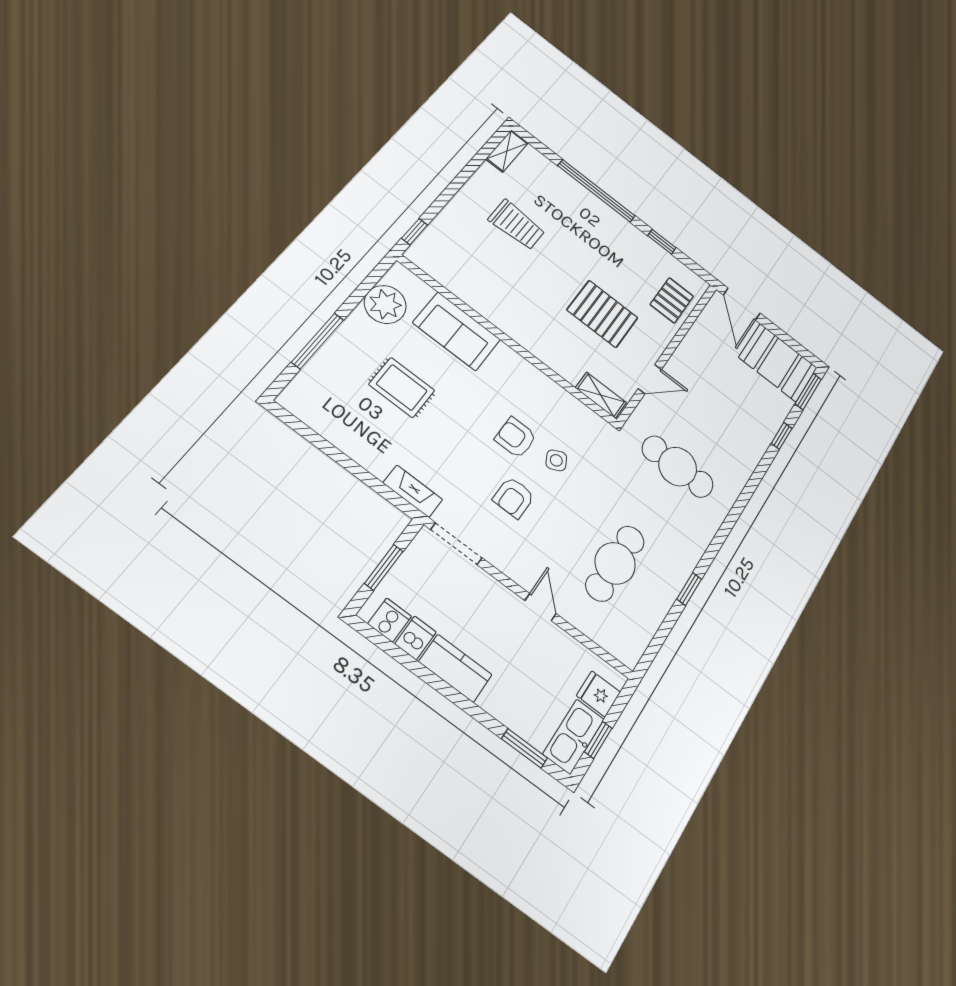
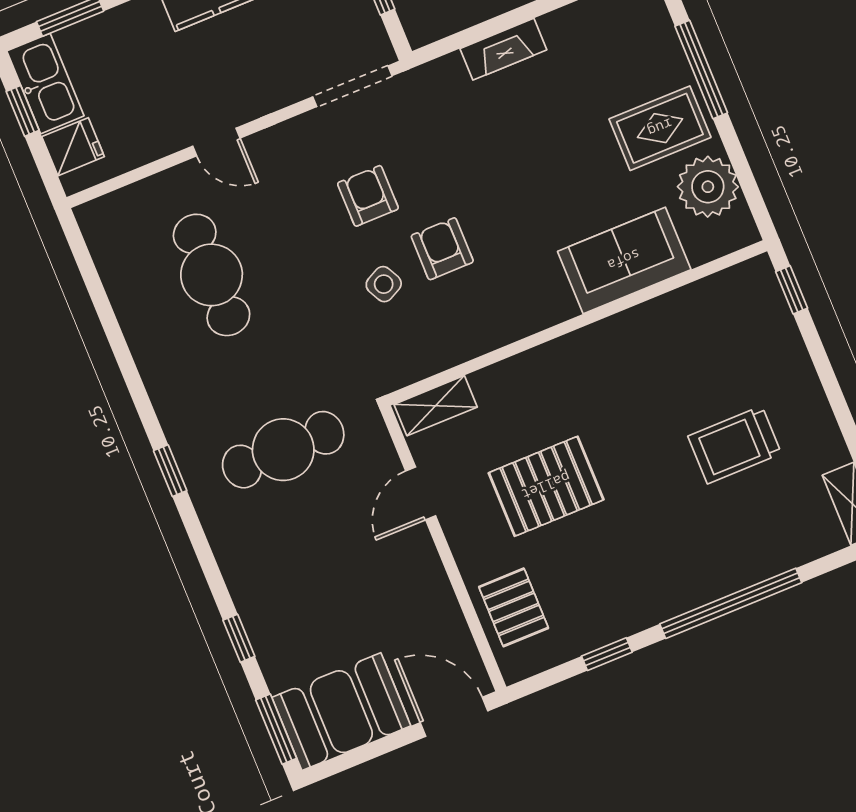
rug: (402, 387) -> (660, 128), moved
armchair: (516, 438) -> (442, 249), turned -90
fireplace: (413, 491) -> (503, 49), moved
window: (689, 589) -> (170, 471), moved

